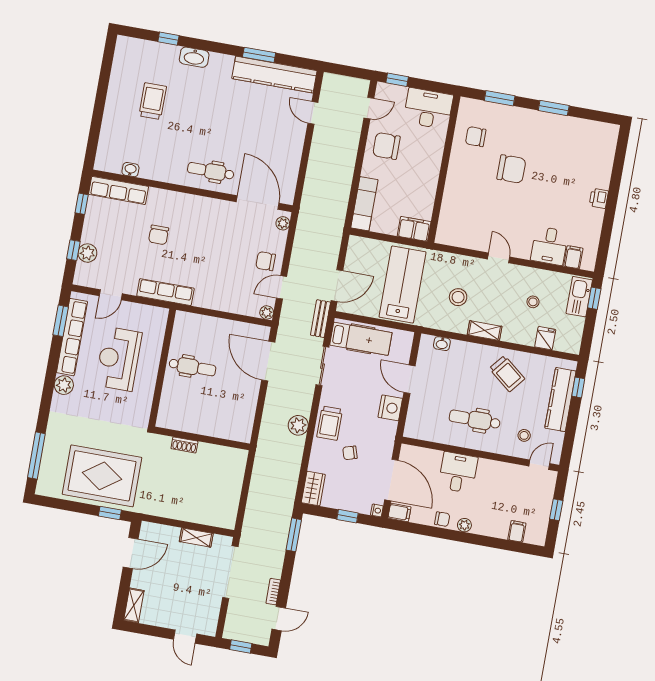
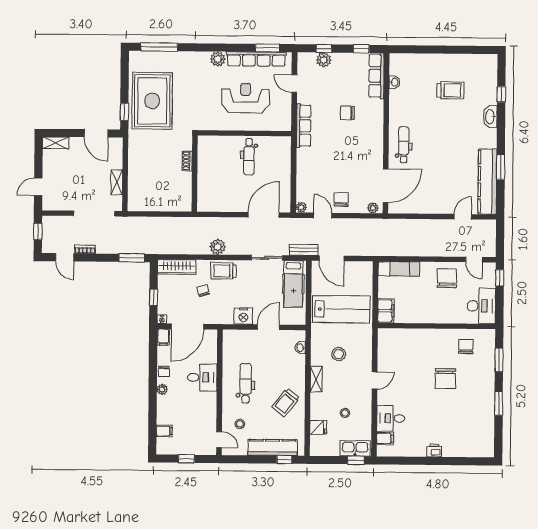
wardrobe: (313, 489) -> (177, 267), width x1.50

